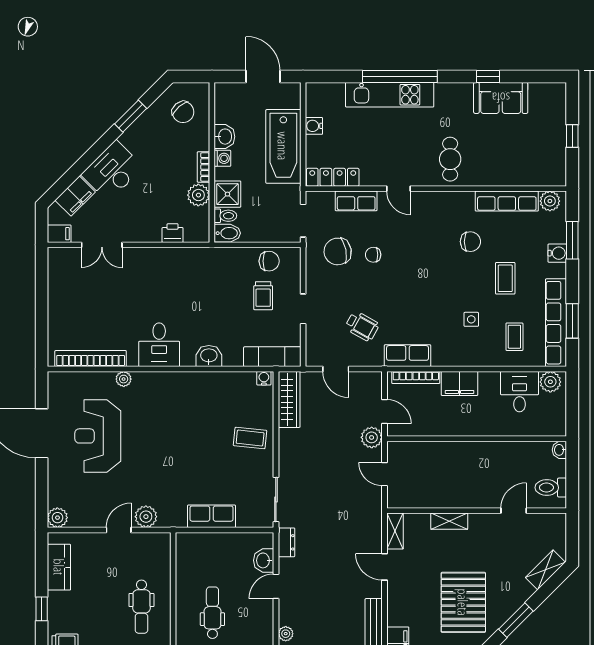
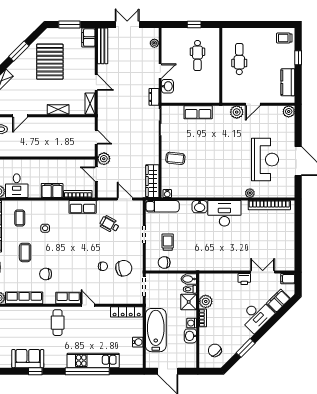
row of seats: (356, 201) -> (68, 298), moved
printer: (173, 233) -> (244, 279), moved
desk: (159, 345) -> (224, 213), width x1.37

